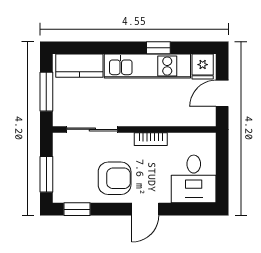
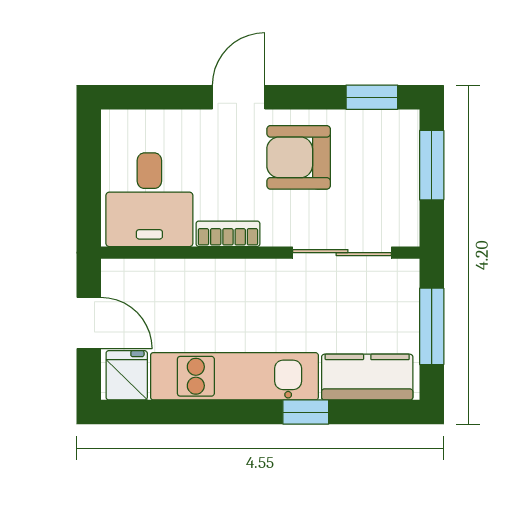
window: (158, 48) -> (306, 412), moved
door: (222, 93) -> (89, 323), hinge flipped
desk: (194, 179) -> (149, 200), moved, turned 180

